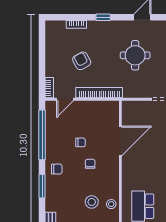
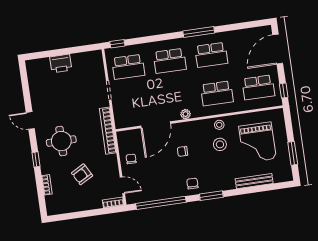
round table: (135, 55) -> (61, 141), moved
bookcase: (99, 93) -> (108, 131), moved
door: (120, 141) -> (156, 125), swing flipped
chair: (81, 142) -> (131, 159), moved
plant: (127, 172) -> (185, 114), added

